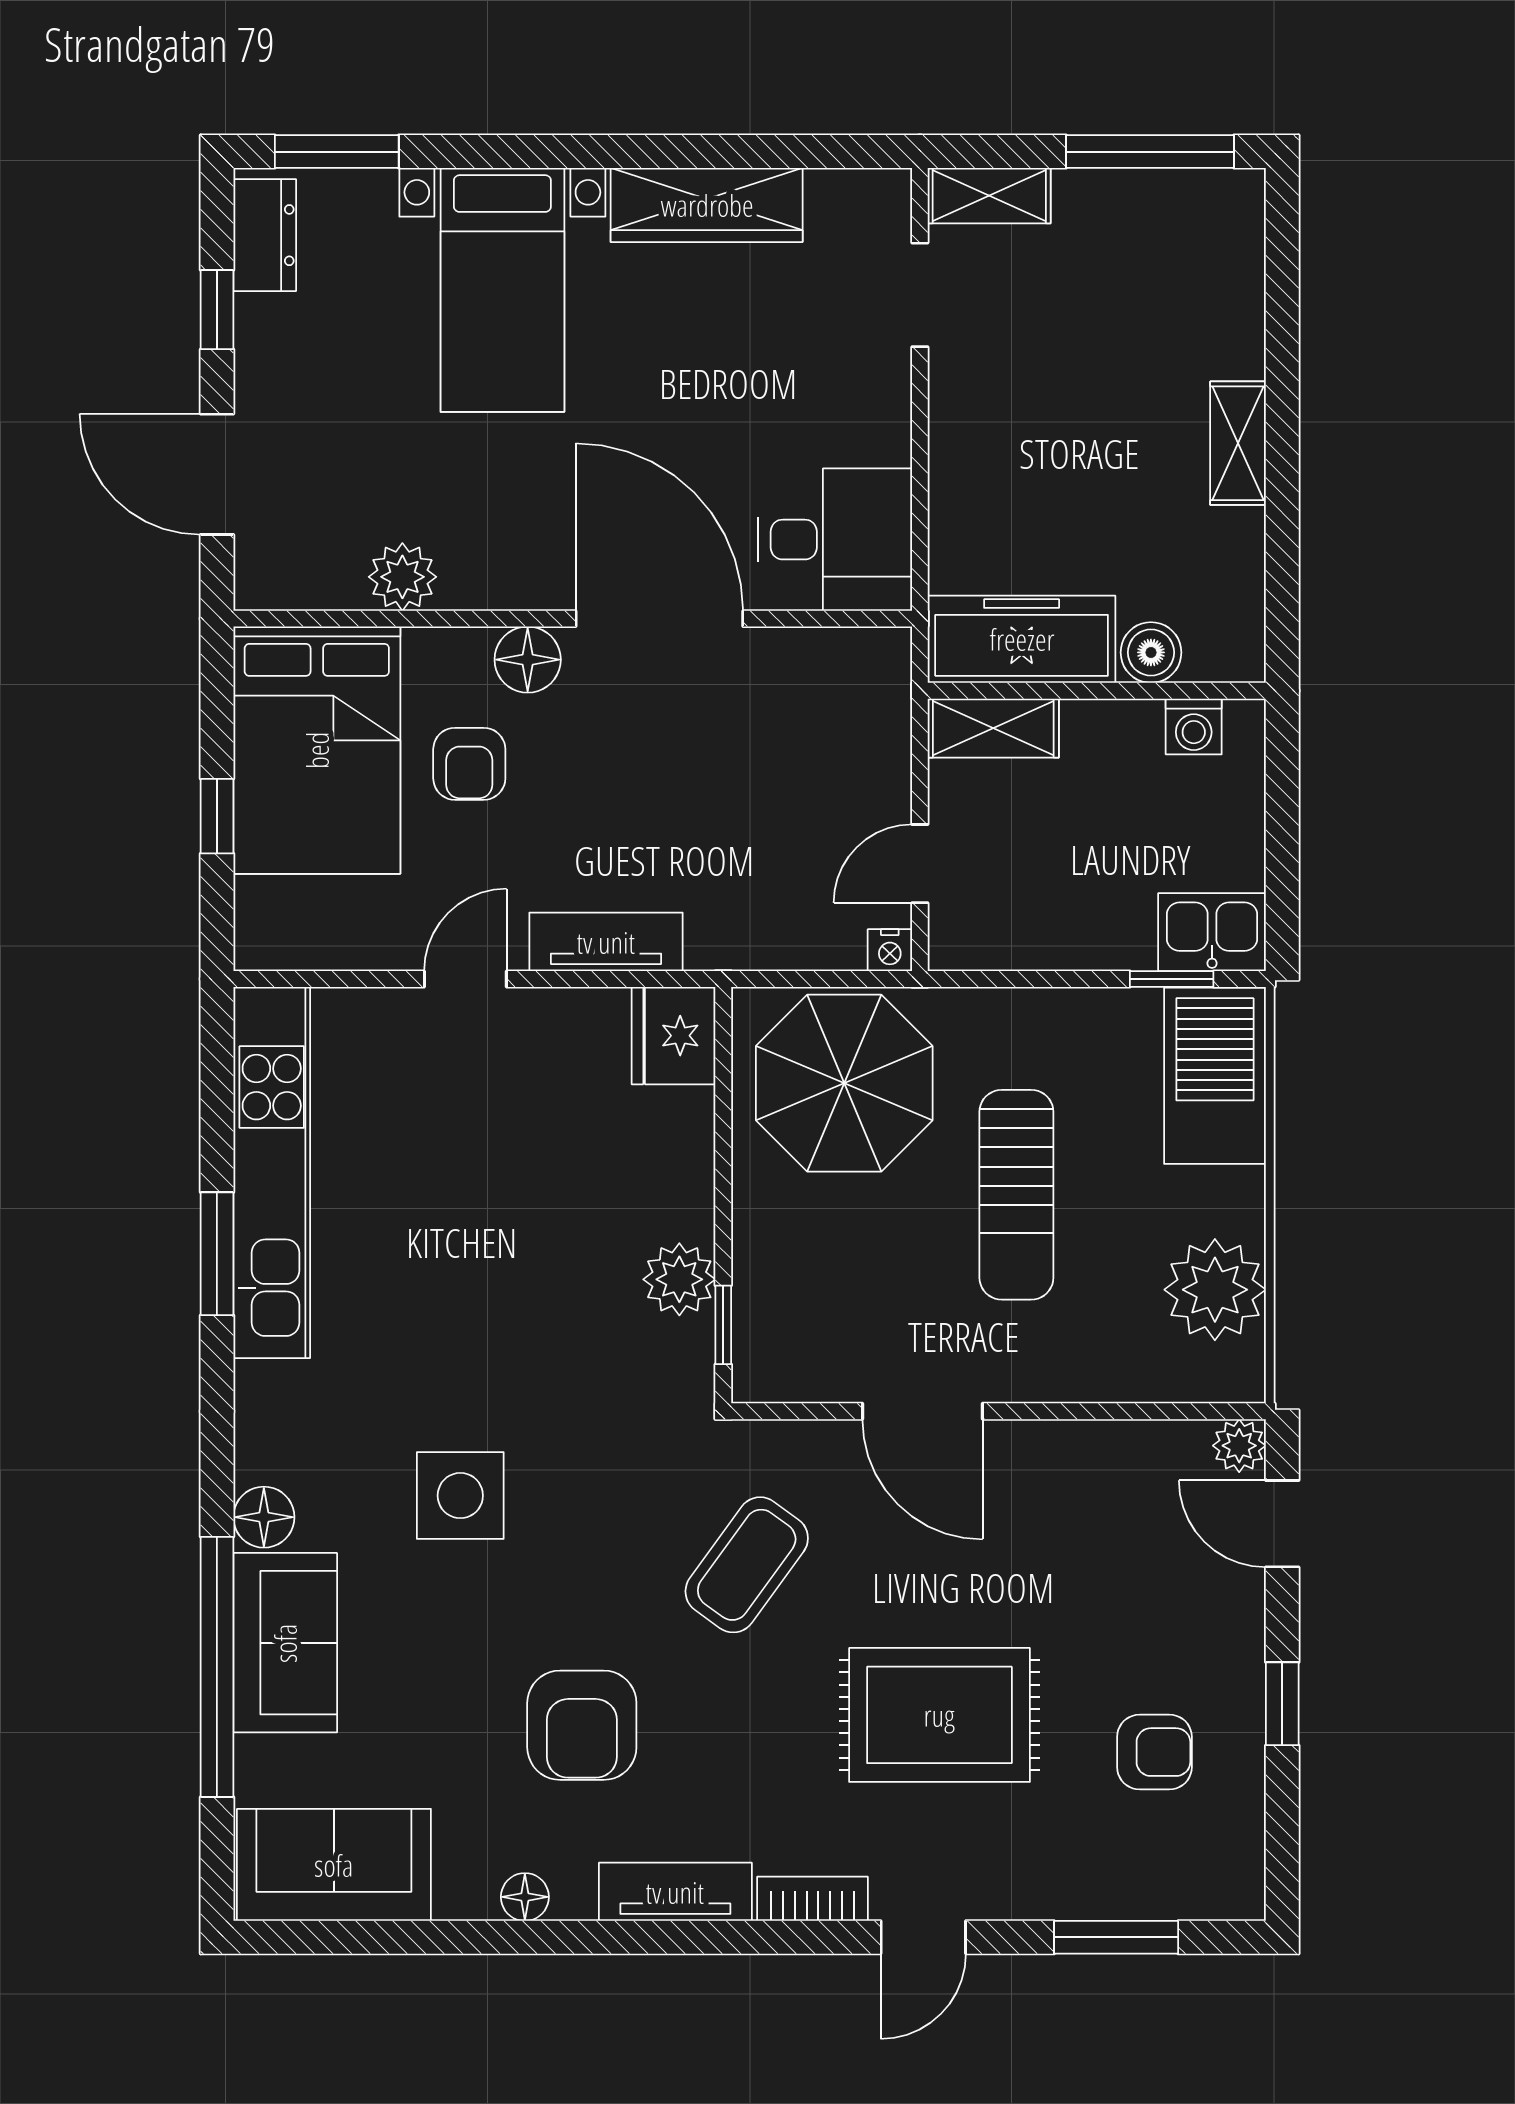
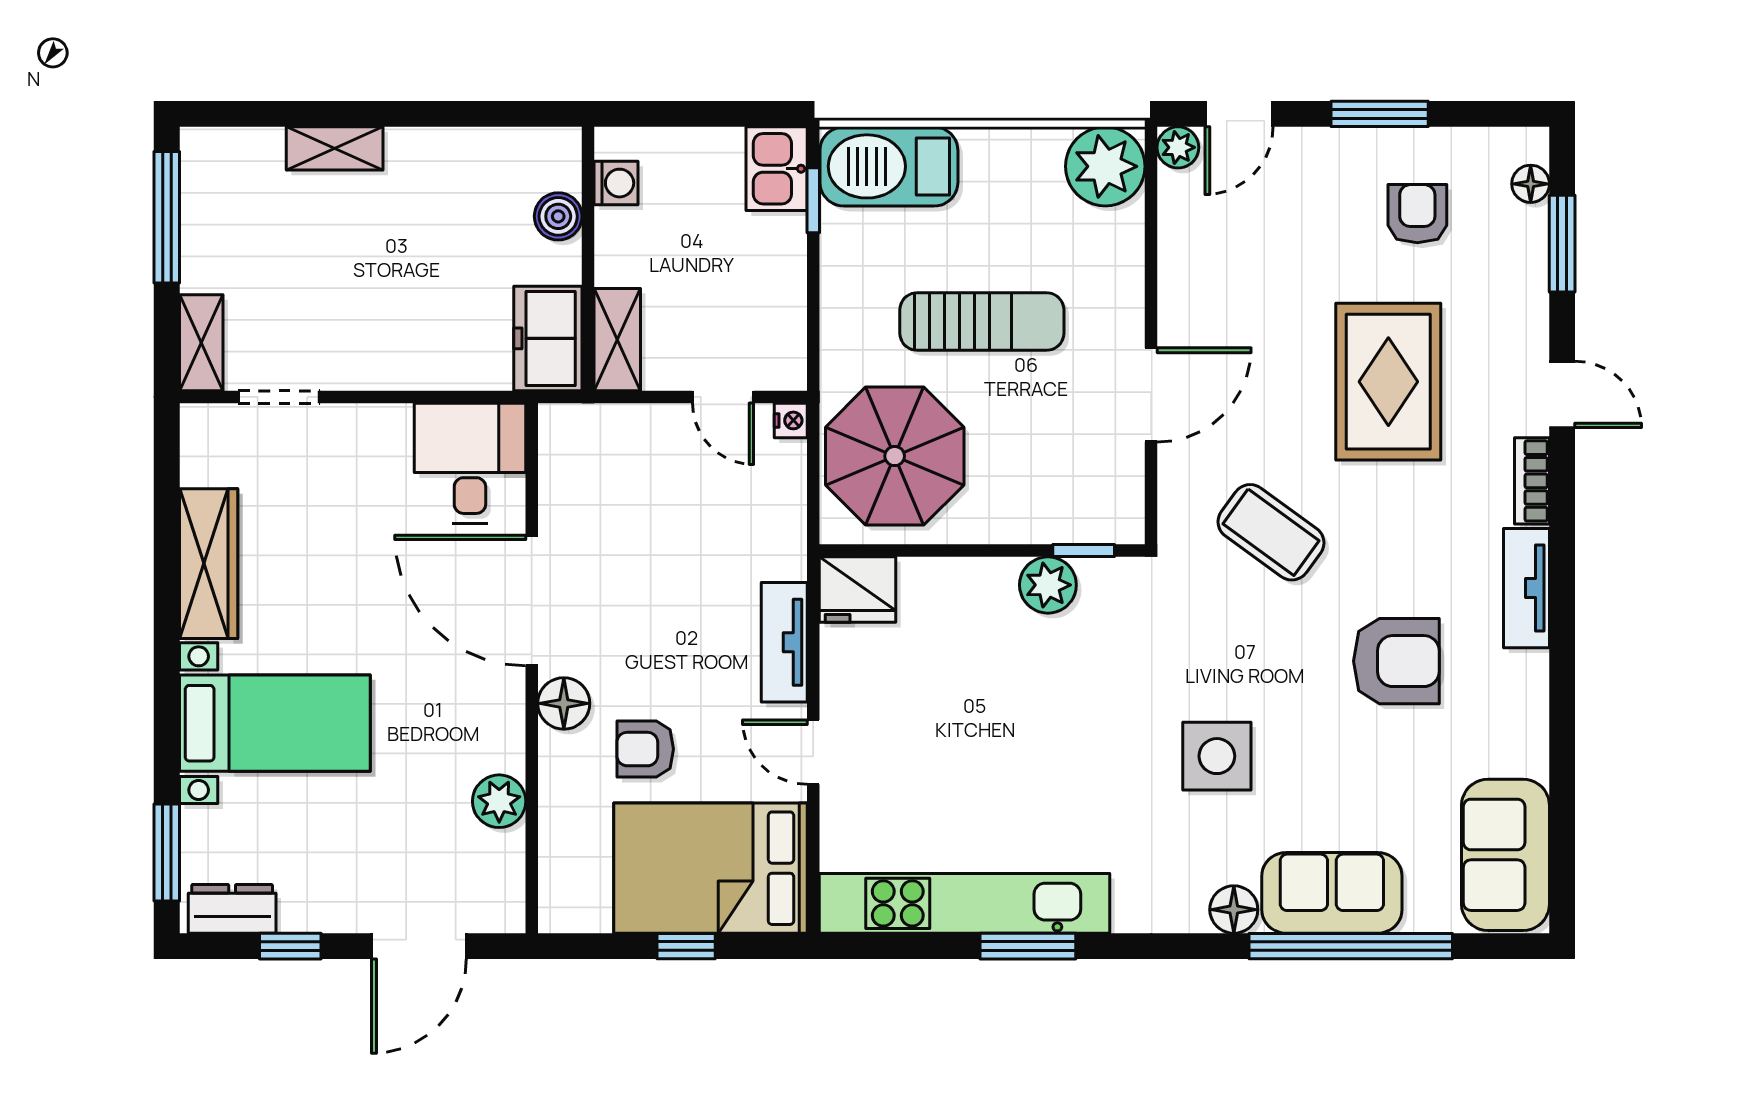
shelving: (1238, 443) -> (335, 148), moved
door: (659, 619) -> (532, 601), hinge flipped
freezer: (1022, 639) -> (548, 338), width x0.71
bed: (317, 750) -> (710, 868), moved, turned 180
armchair: (469, 764) -> (645, 749), turned 180
plant: (1215, 1290) -> (1105, 166), moved
window: (1282, 1704) -> (1380, 114), width x1.50
floor lamp: (525, 1897) -> (1531, 184), moved

